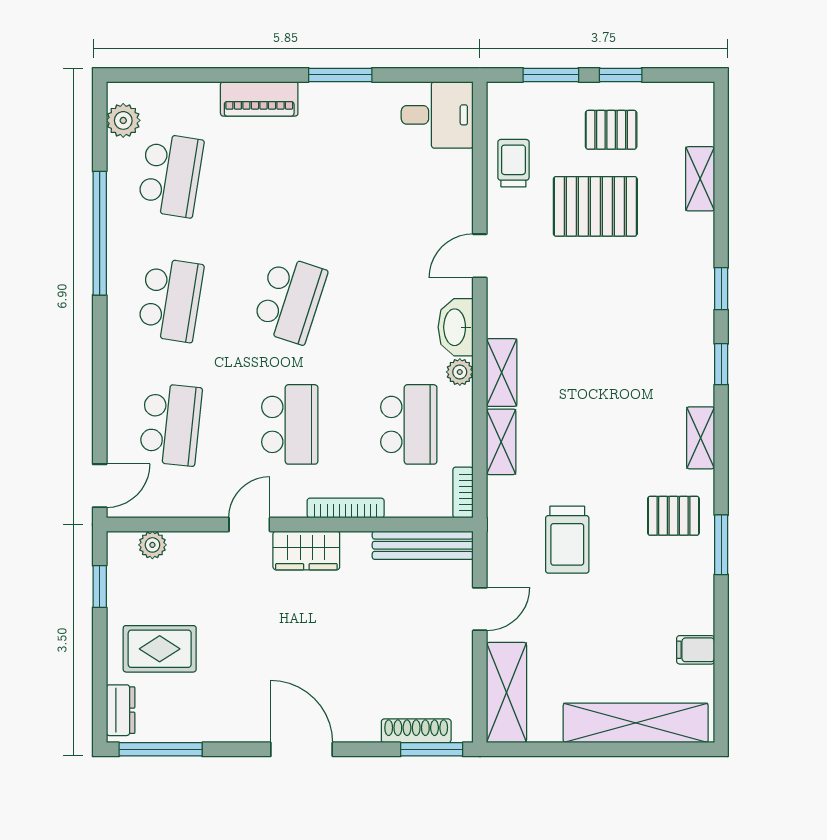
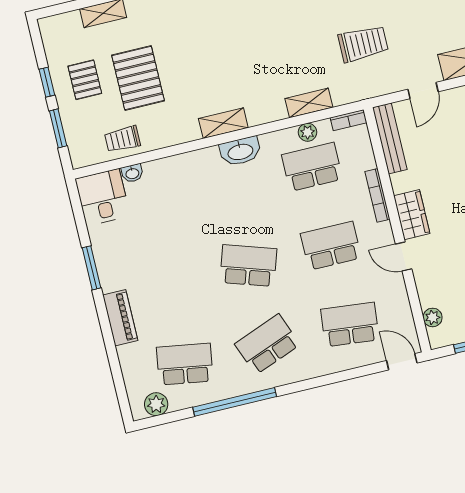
washbasin: (461, 166) -> (132, 173), added
door: (480, 256) -> (189, 147), removed
school desk: (171, 300) -> (267, 344), turned -30
plant: (460, 372) -> (308, 132), moved
shelving: (502, 373) -> (223, 123), moved
door: (480, 609) -> (423, 90), swing flipped

